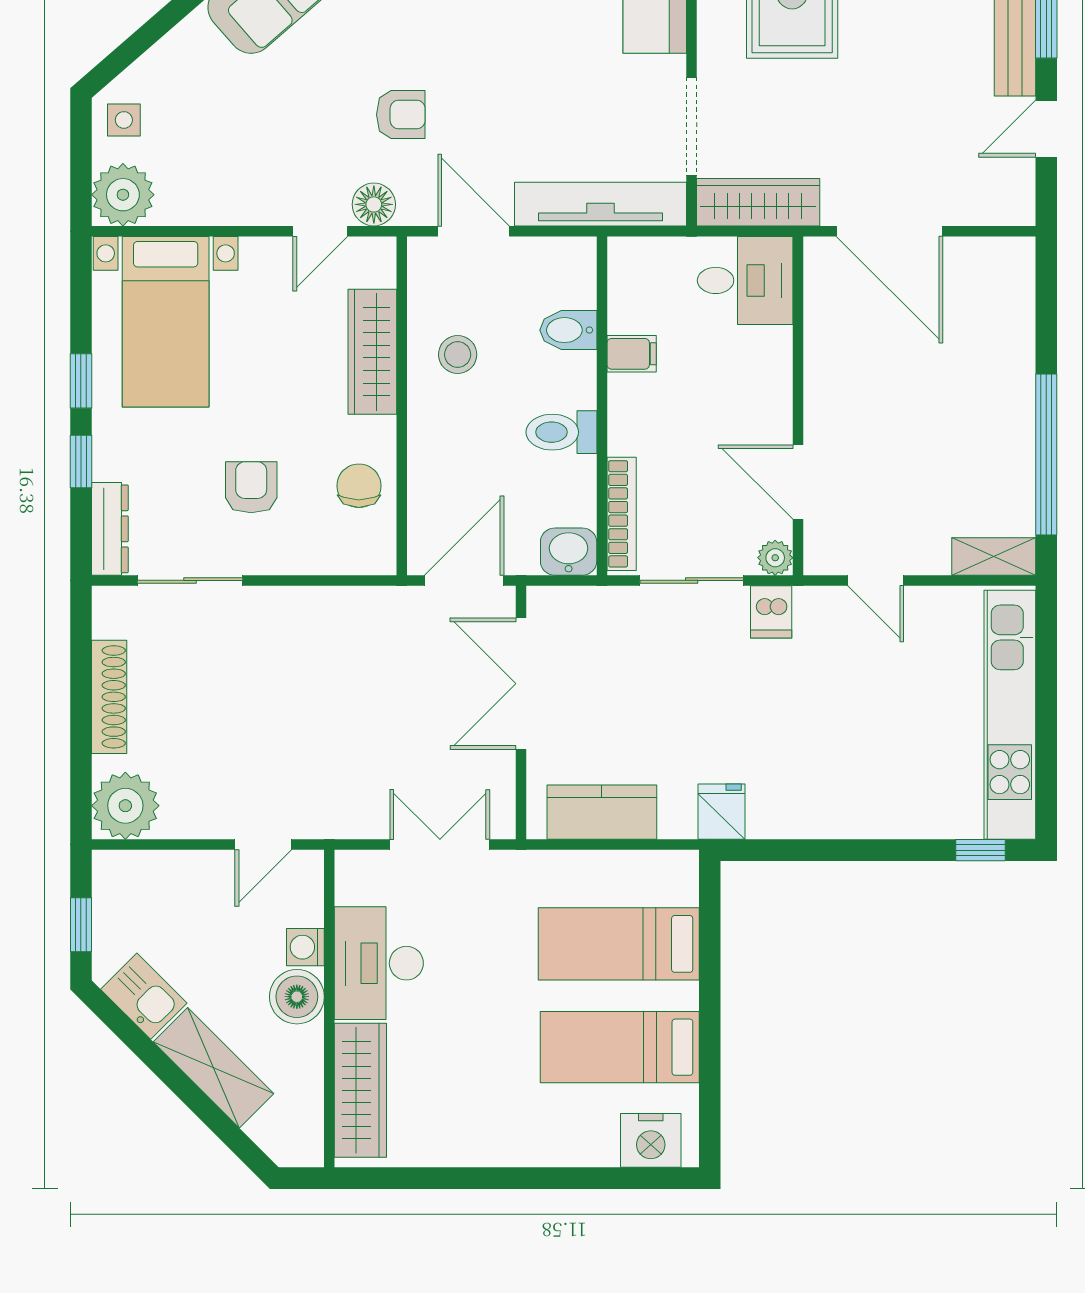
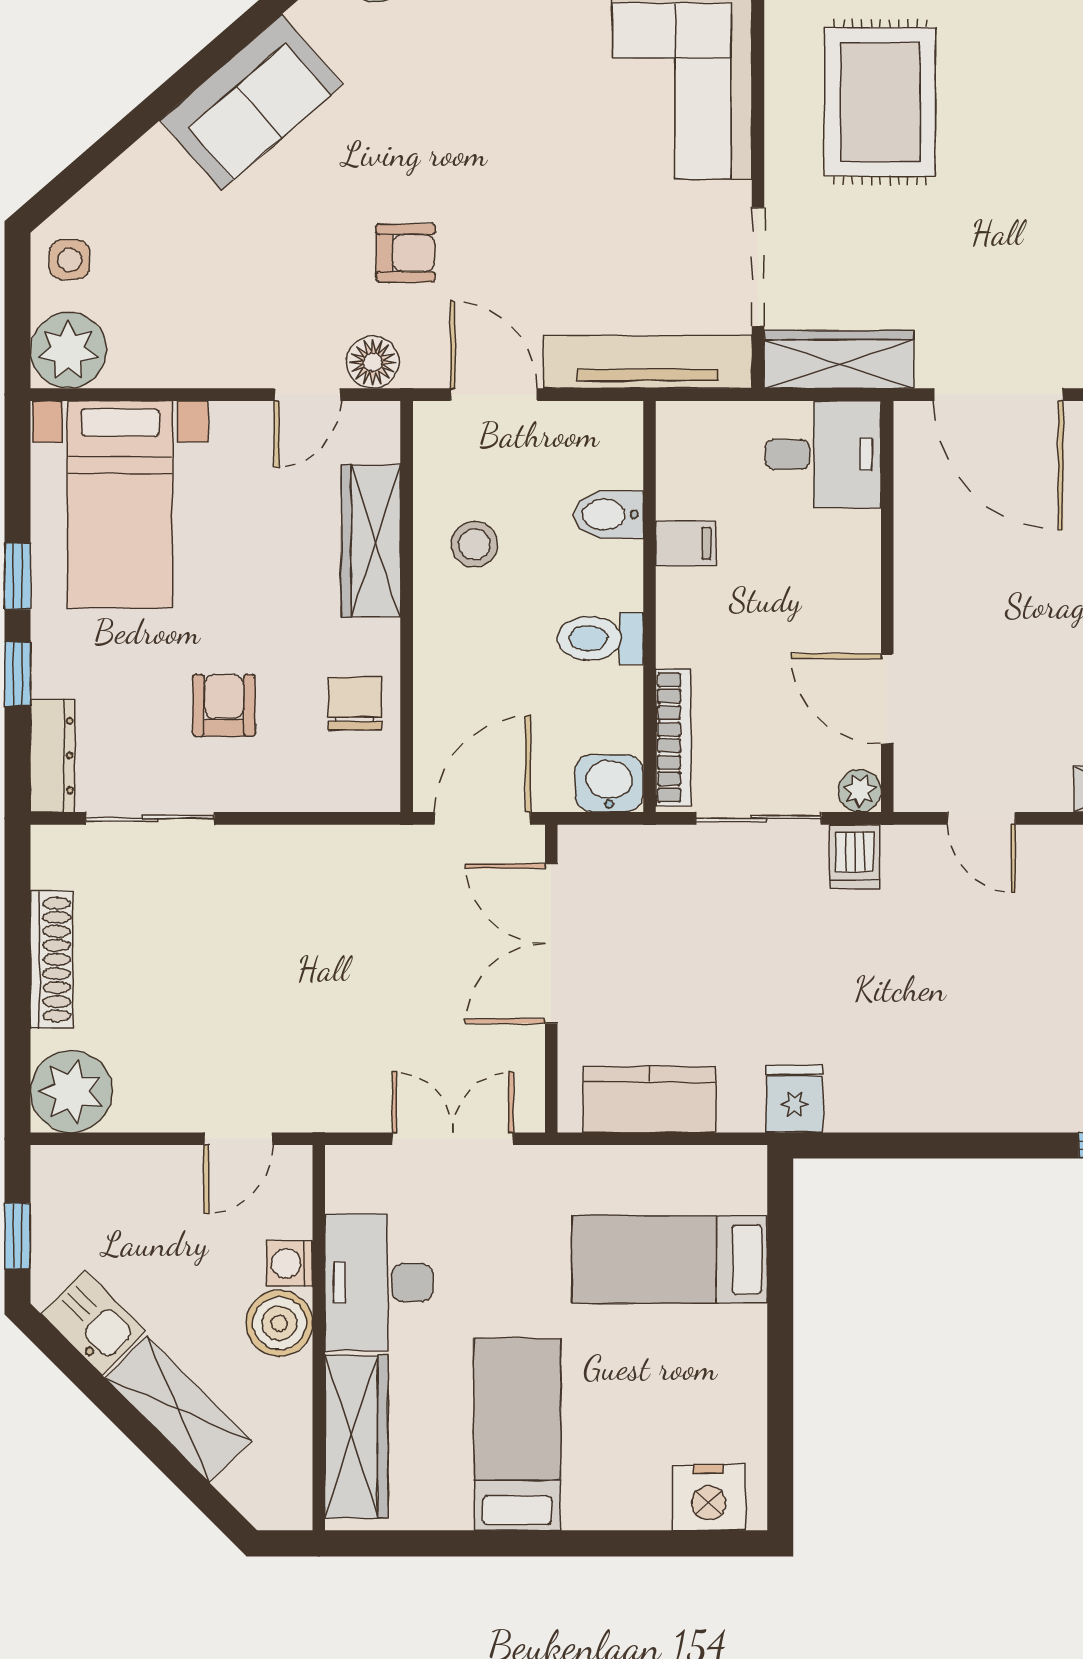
bed: (620, 1047) -> (517, 1434), moved, turned 90

